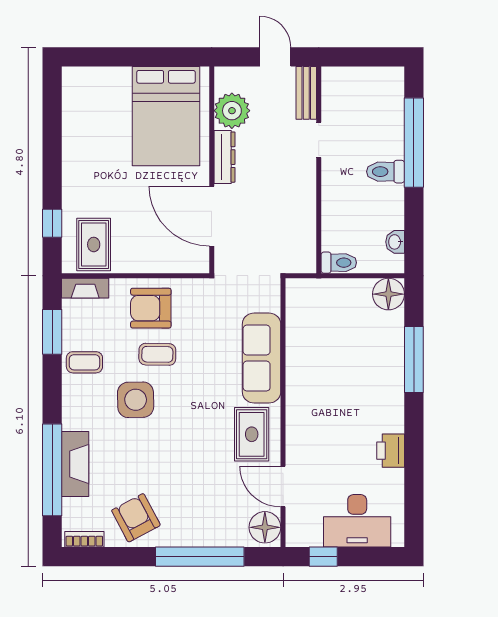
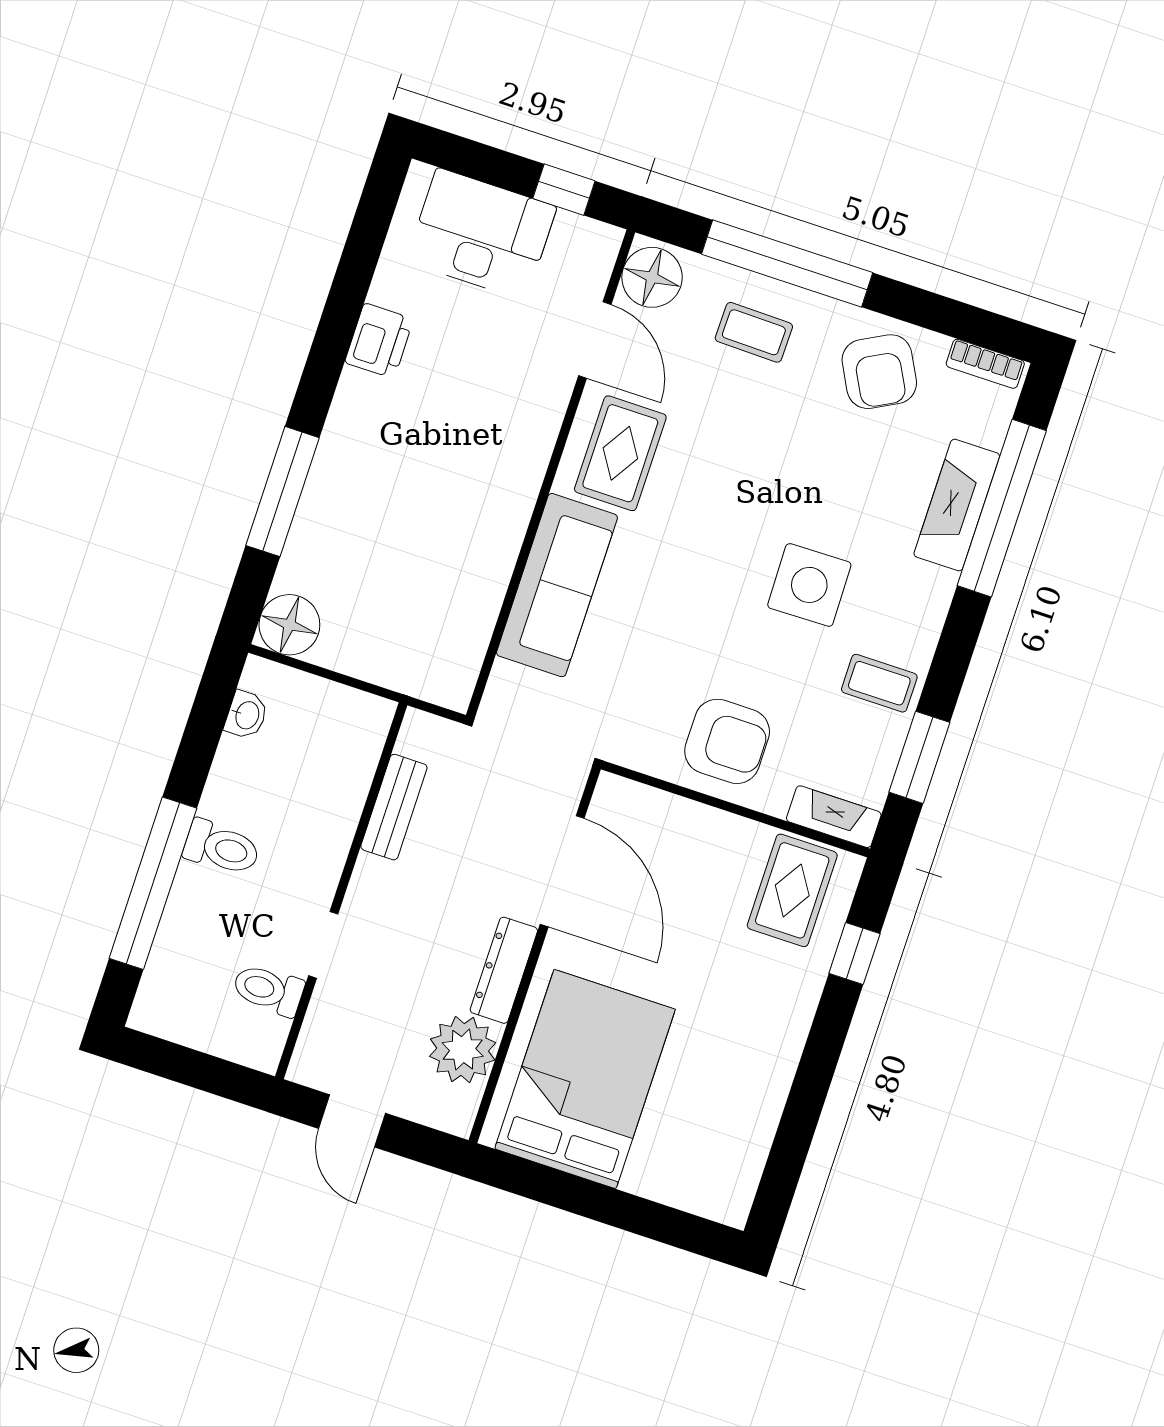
bench: (306, 93) -> (394, 807), moved
toilet: (339, 263) -> (268, 990), moved
coffee table: (157, 354) -> (754, 332), moved

